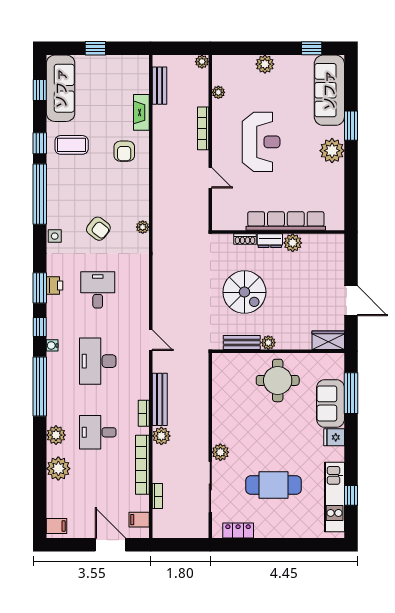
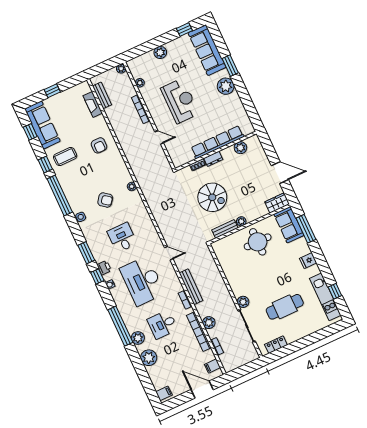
fireplace: (141, 112) -> (93, 104), moved
plant: (293, 243) -> (240, 148), moved
printer: (55, 285) -> (104, 268), moved
desk: (98, 361) -> (142, 281), width x1.36, depth x1.30
window: (40, 387) -> (120, 326), moved
sofa: (331, 403) -> (289, 225), moved
plant: (161, 436) -> (209, 323), moved

